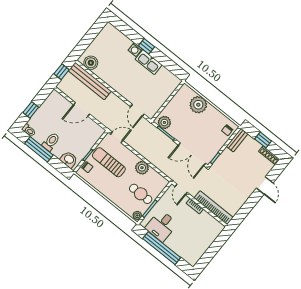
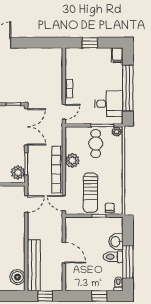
washbasin: (69, 160) -> (116, 242), moved
bookcase: (214, 208) -> (57, 170), moved
window: (215, 247) -> (90, 43), added
filing cabinet: (191, 259) -> (117, 55), added

